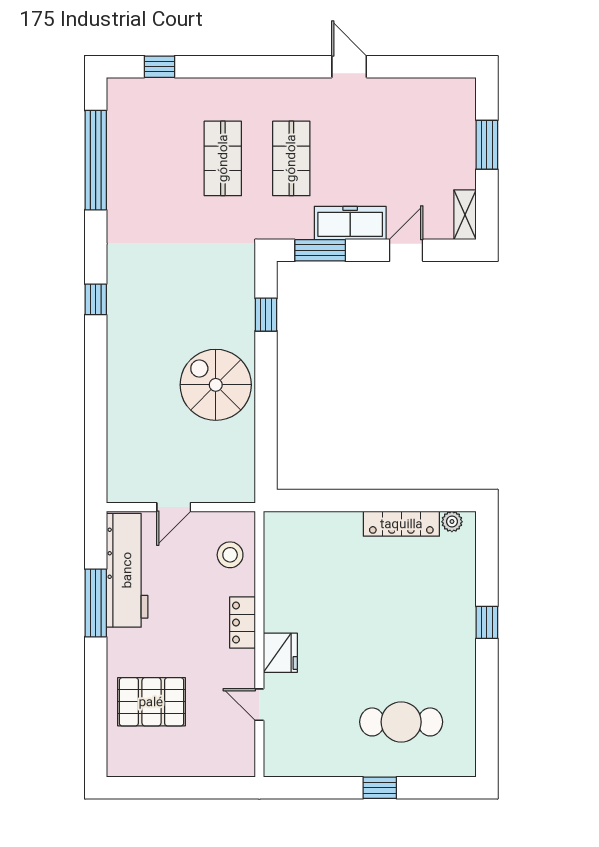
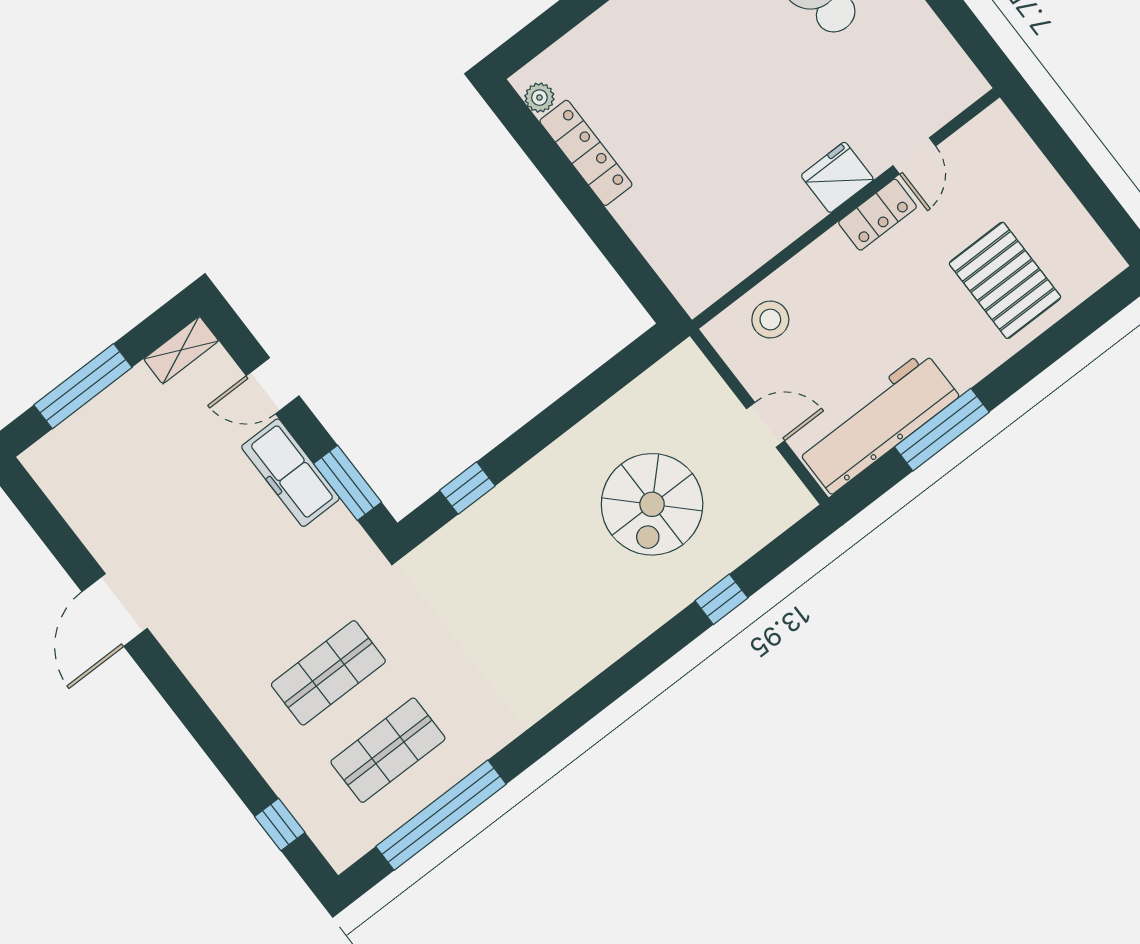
door: (349, 67) -> (115, 610), width x1.38
window: (487, 145) -> (83, 386), width x1.44
shop shelf: (291, 158) -> (388, 750), moved
window: (96, 299) -> (721, 599), moved
spiral stairs: (216, 385) -> (652, 504), moved
locker: (242, 623) -> (878, 215), moved

